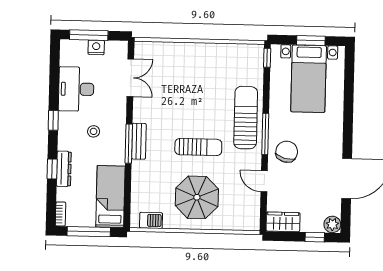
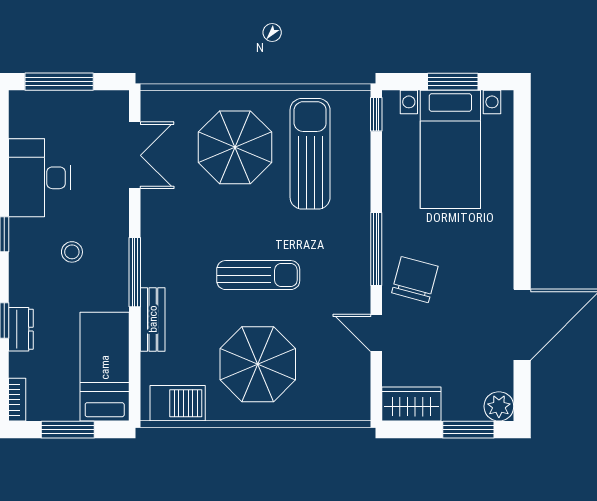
nightstand: (96, 47) -> (73, 103), removed
parasol: (187, 75) -> (235, 147), added
sun lounger: (246, 118) -> (310, 154), moved
bench: (139, 141) -> (153, 319), moved
dresser: (64, 169) -> (21, 329), width x0.70
barbecue: (151, 220) -> (178, 403), width x1.38, depth x1.27
window: (89, 232) -> (68, 430), width x0.69
window: (315, 237) -> (468, 430), width x1.50

